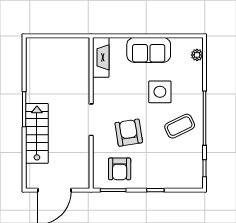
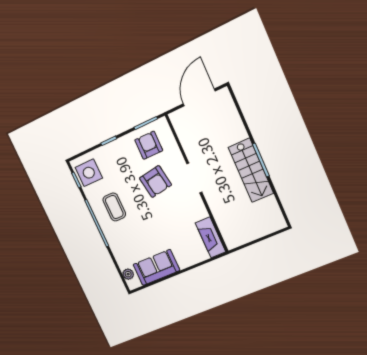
sofa: (149, 50) -> (156, 267), moved
side table: (160, 92) -> (89, 173), moved
coffee table: (180, 126) -> (114, 207), turned -64
stairs: (37, 133) -> (251, 170), moved

